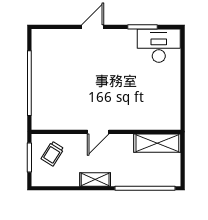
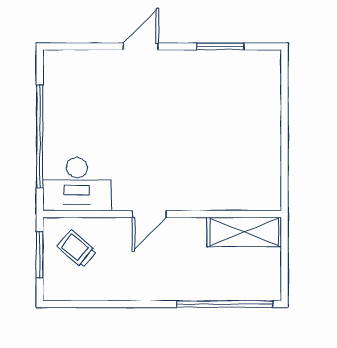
desk: (159, 46) -> (77, 184), moved, turned 180
trolley: (52, 154) -> (77, 249), turned 98
shelving: (95, 179) -> (145, 290), removed

